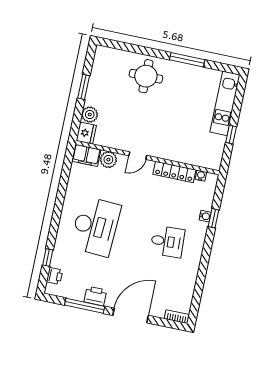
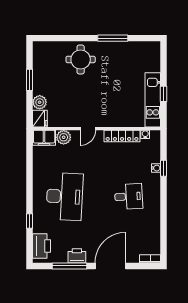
kitchen unit: (225, 103) -> (153, 100), moved
window: (48, 258) -> (30, 221), moved
printer: (54, 276) -> (41, 246), width x1.87, depth x1.48

